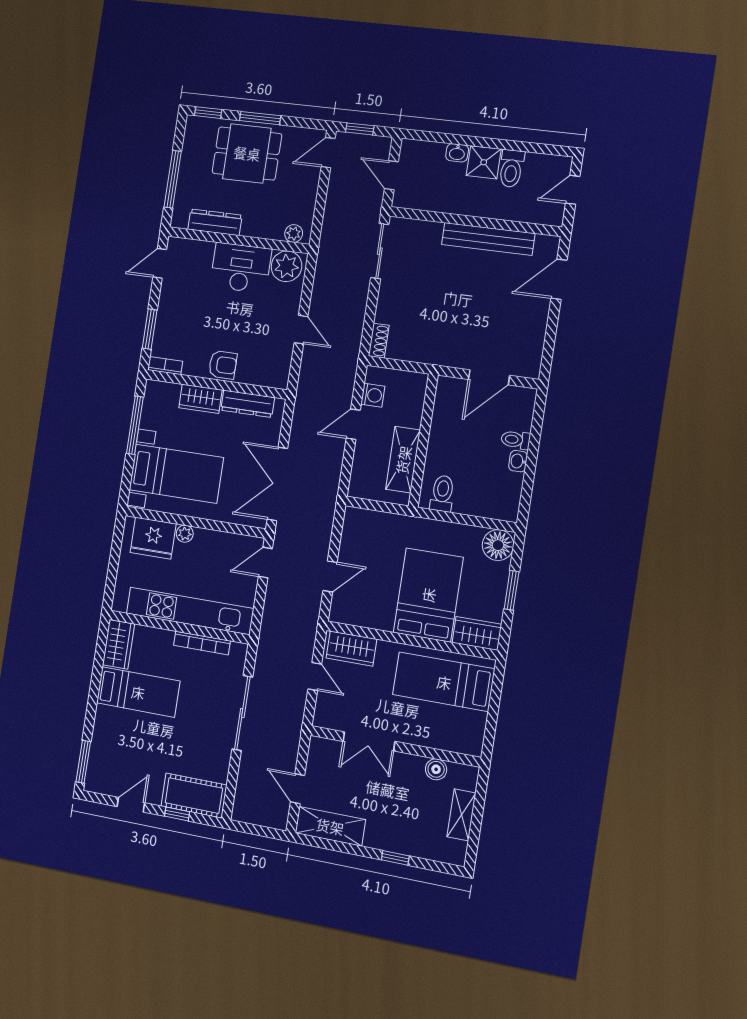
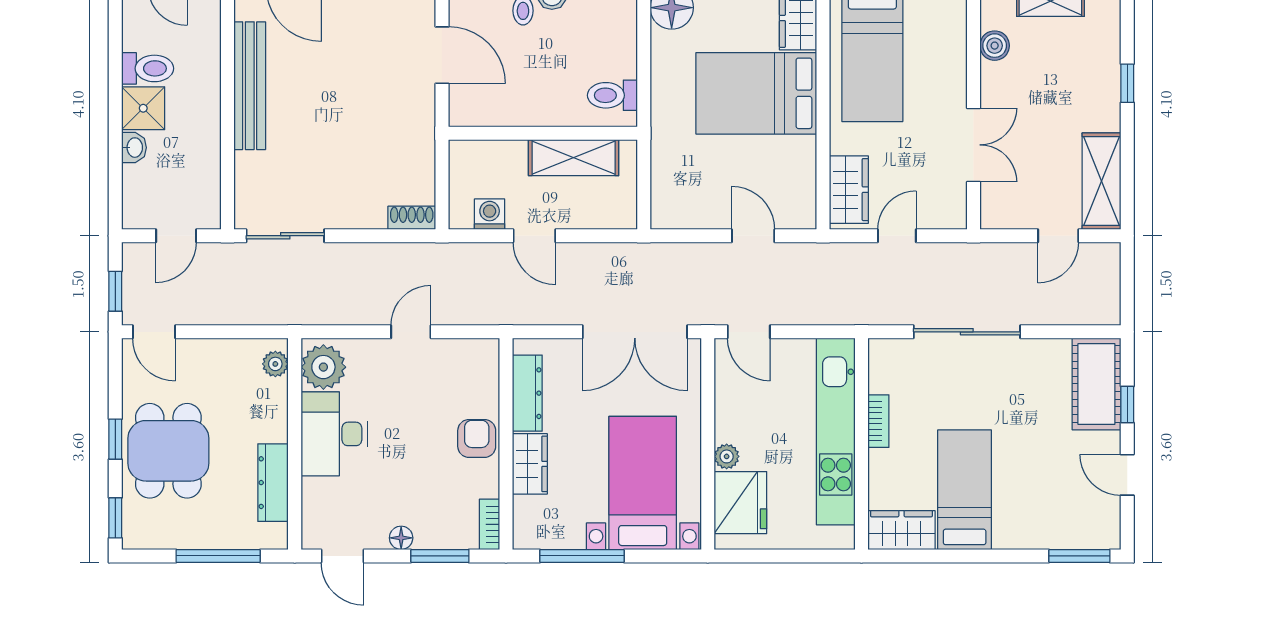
window: (260, 118) -> (115, 439), width x0.67
floor lamp: (165, 305) -> (401, 538), added
bookcase: (202, 643) -> (878, 421), width x0.64

